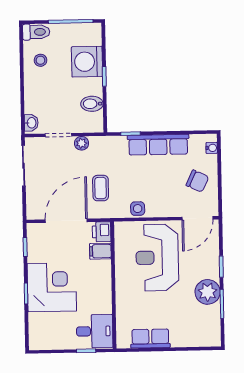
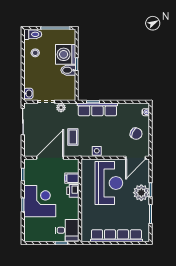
bidet: (92, 104) -> (68, 70), moved
row of seats: (158, 145) -> (97, 109), moved
printer: (102, 232) -> (73, 191), moved
reception desk: (157, 258) -> (109, 183), turned 180
plant: (208, 292) -> (141, 193), moved
row of seats: (150, 338) -> (116, 236), width x2.02

